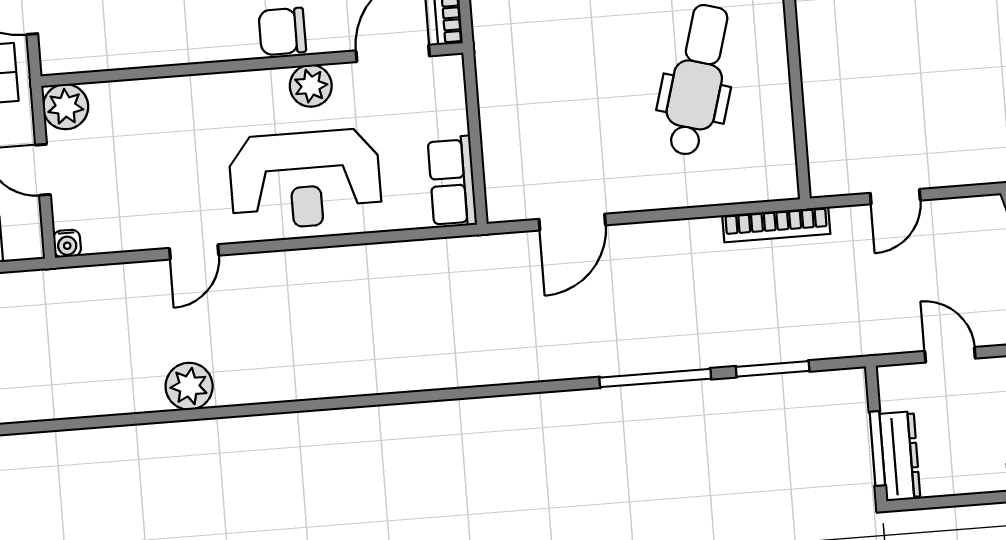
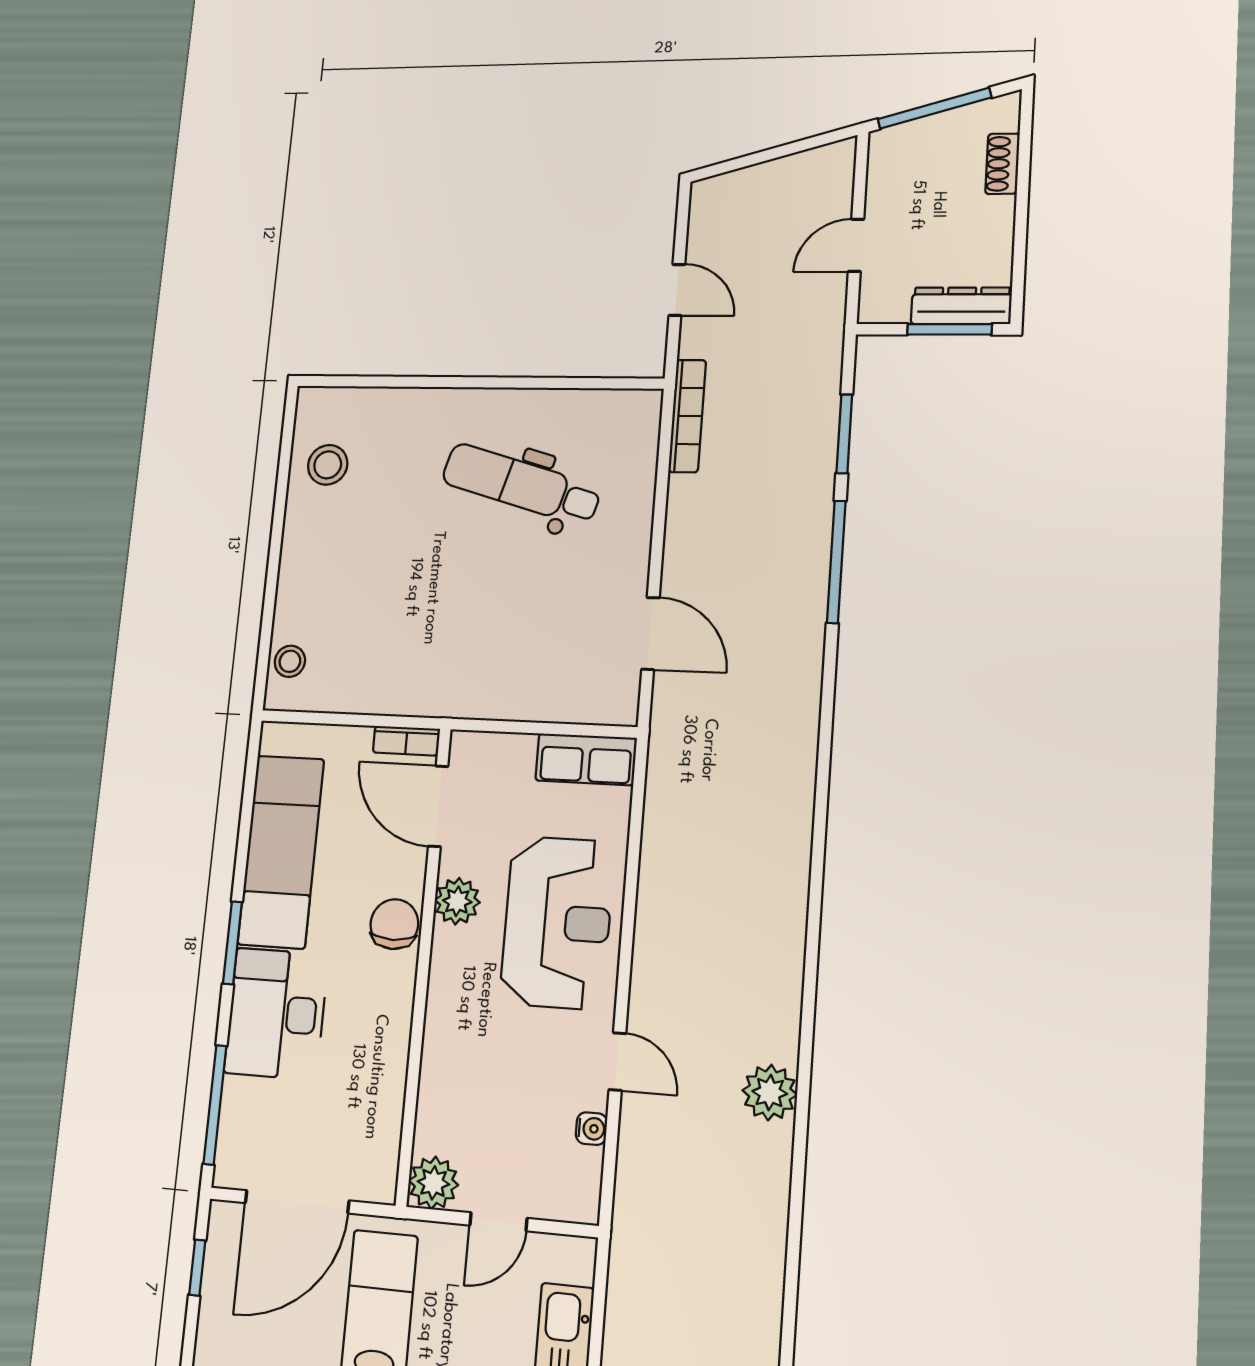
chair: (282, 31) -> (394, 924), turned 180
water cooler: (67, 244) -> (591, 1129), moved

